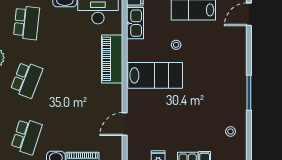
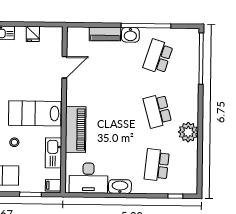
kitchen sink: (135, 23) -> (53, 153), moved
school desk: (27, 80) -> (157, 111), turned -36

